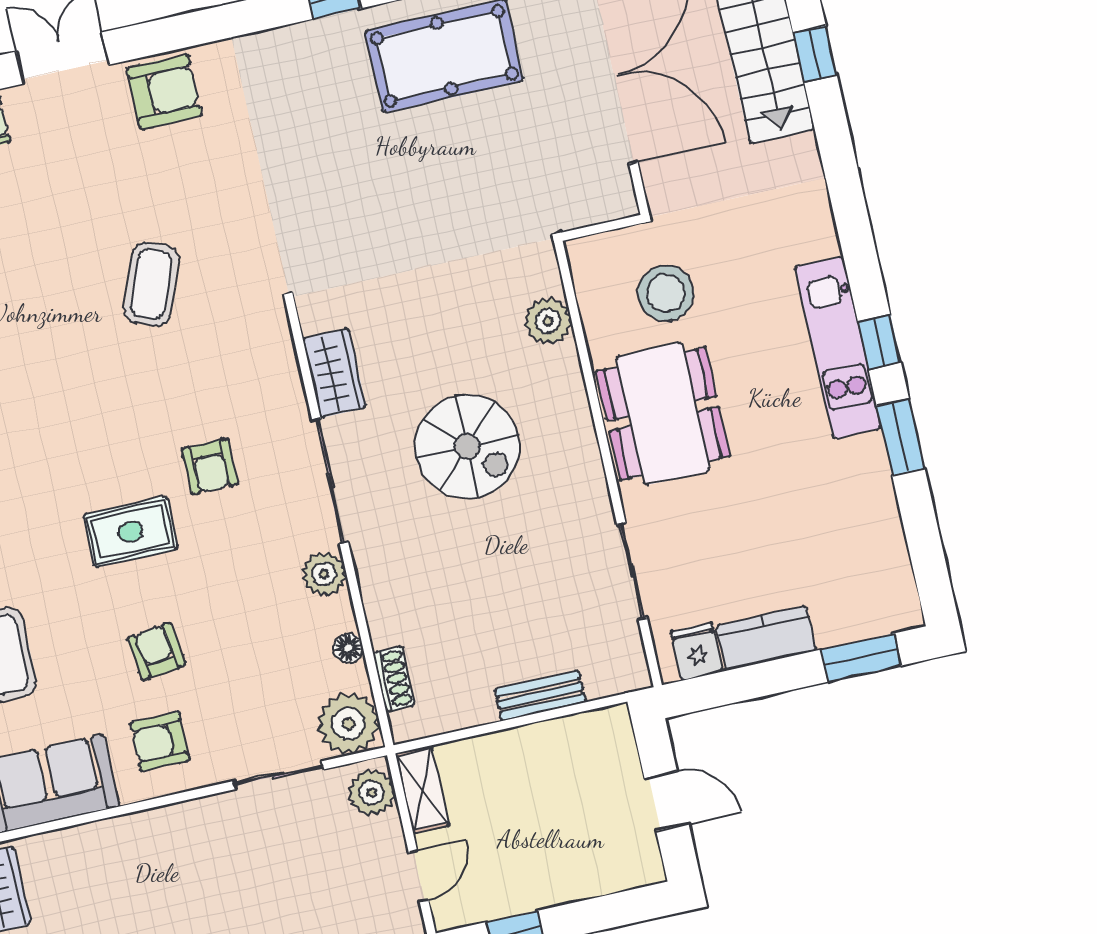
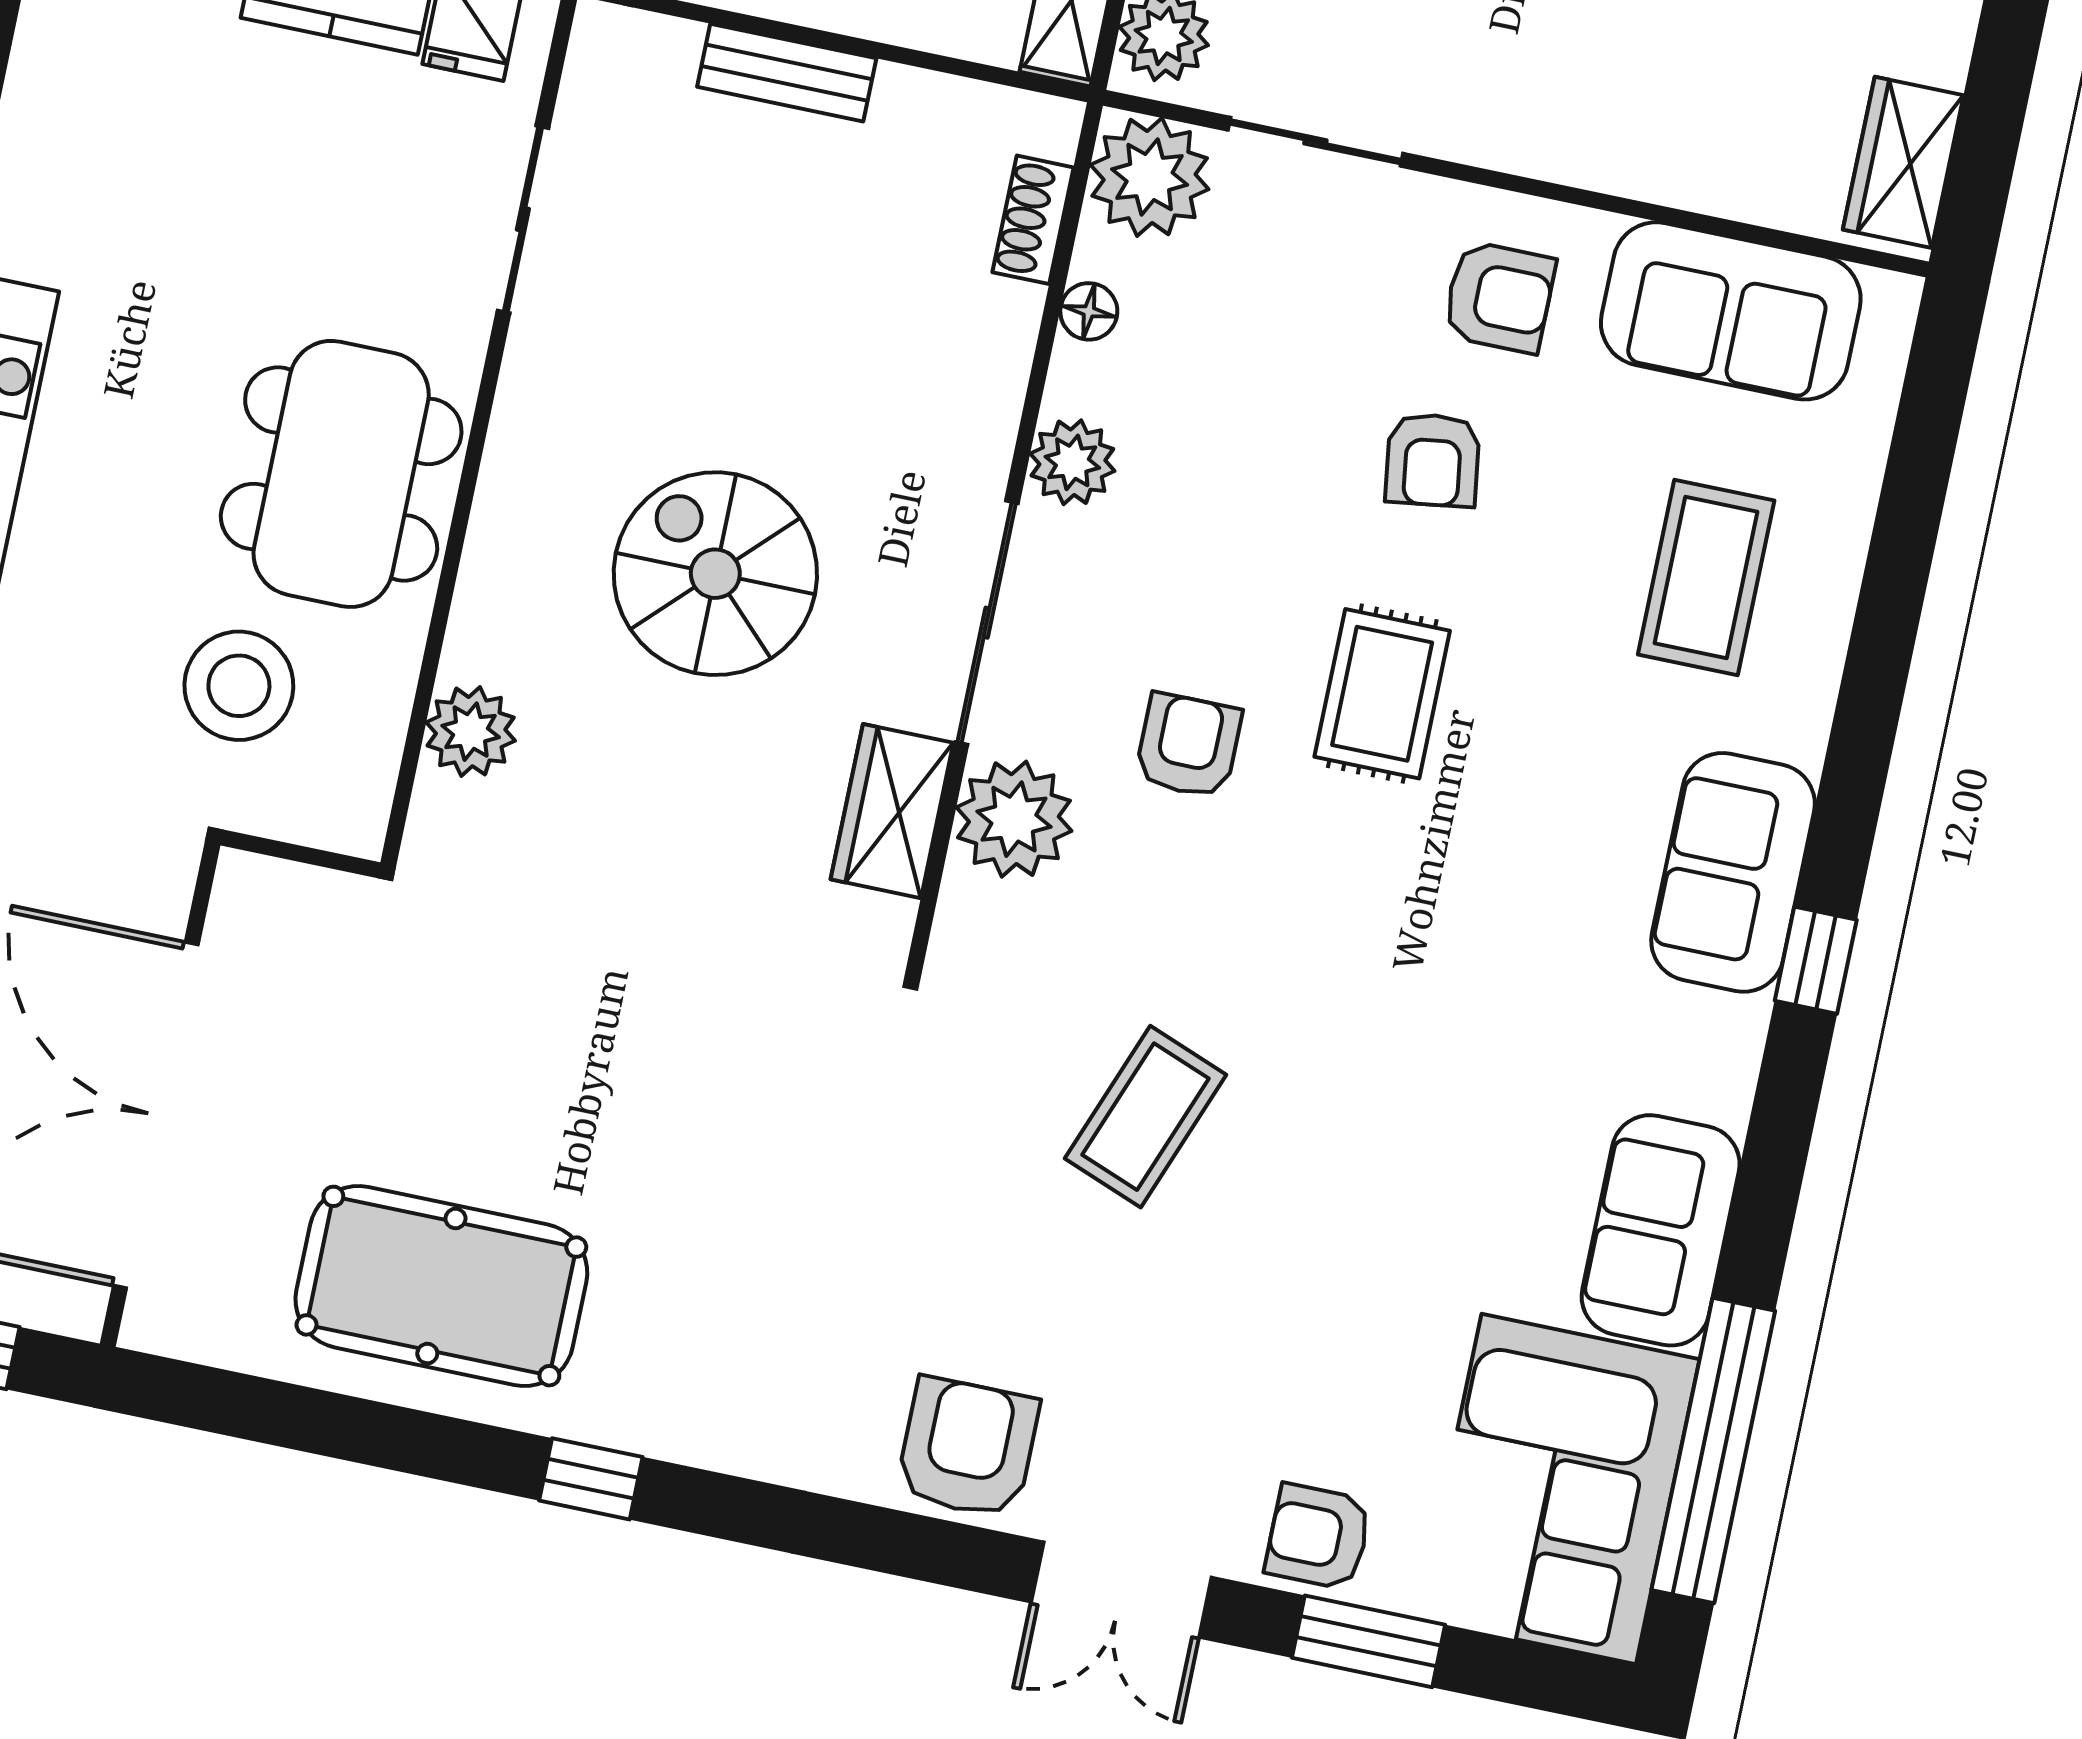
armchair: (164, 92) -> (968, 1448), turned 90
plant: (276, 395) -> (1014, 819), added
rug: (130, 532) -> (1382, 694), turned 90

